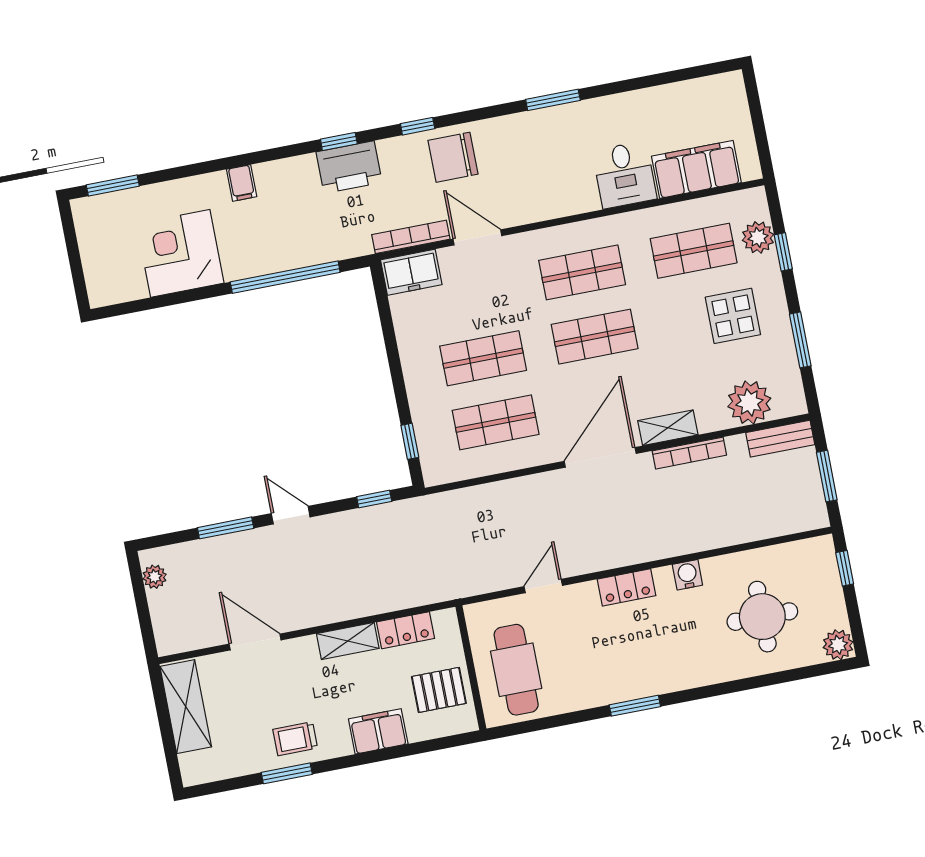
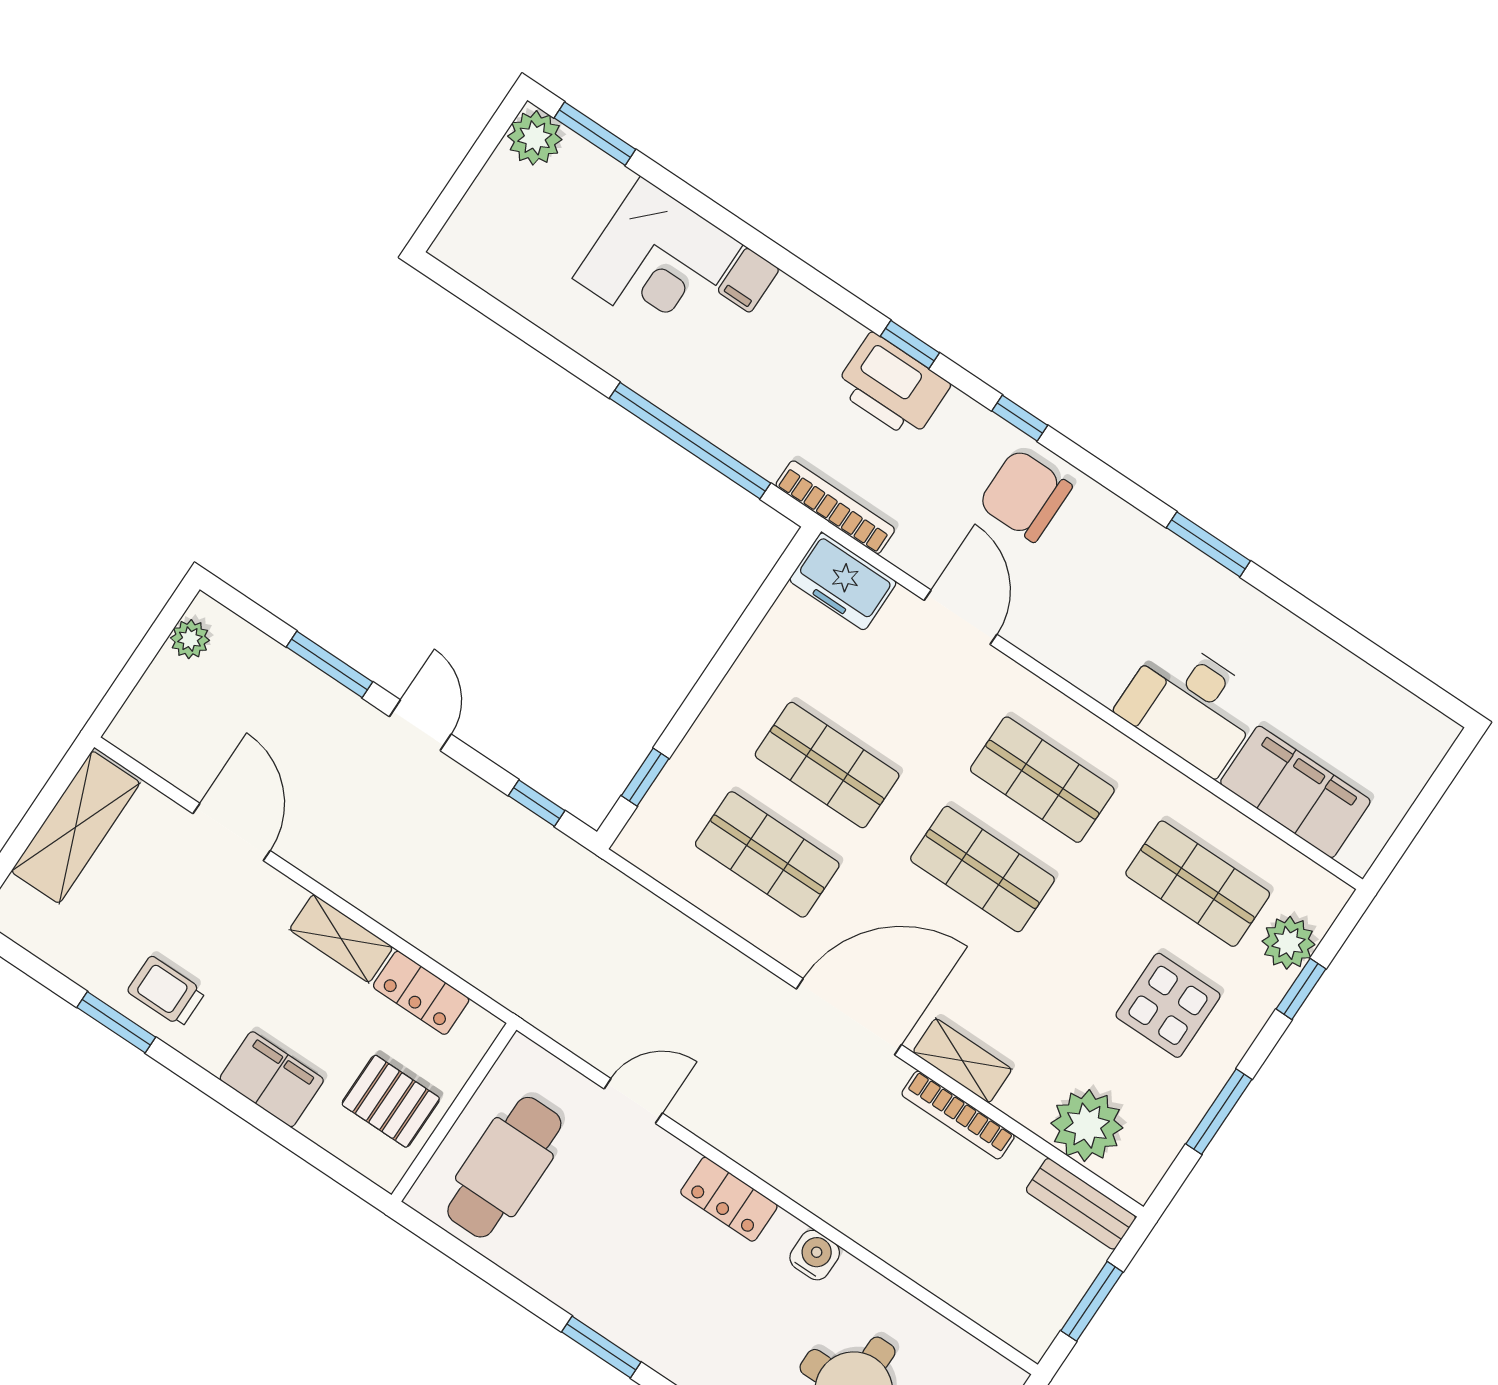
desk: (624, 175) -> (1191, 705), width x1.37
plant: (89, 213) -> (535, 138), added
bookcase: (411, 237) -> (835, 507), moved
corner desk: (180, 253) -> (658, 261), moved, turned 180

